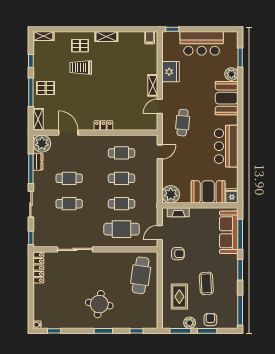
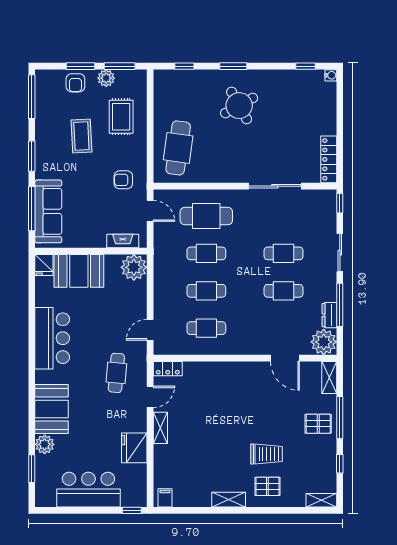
locker: (103, 126) -> (168, 369), moved
door: (160, 233) -> (150, 211), hinge flipped
round table: (99, 304) -> (239, 106), turned -38

